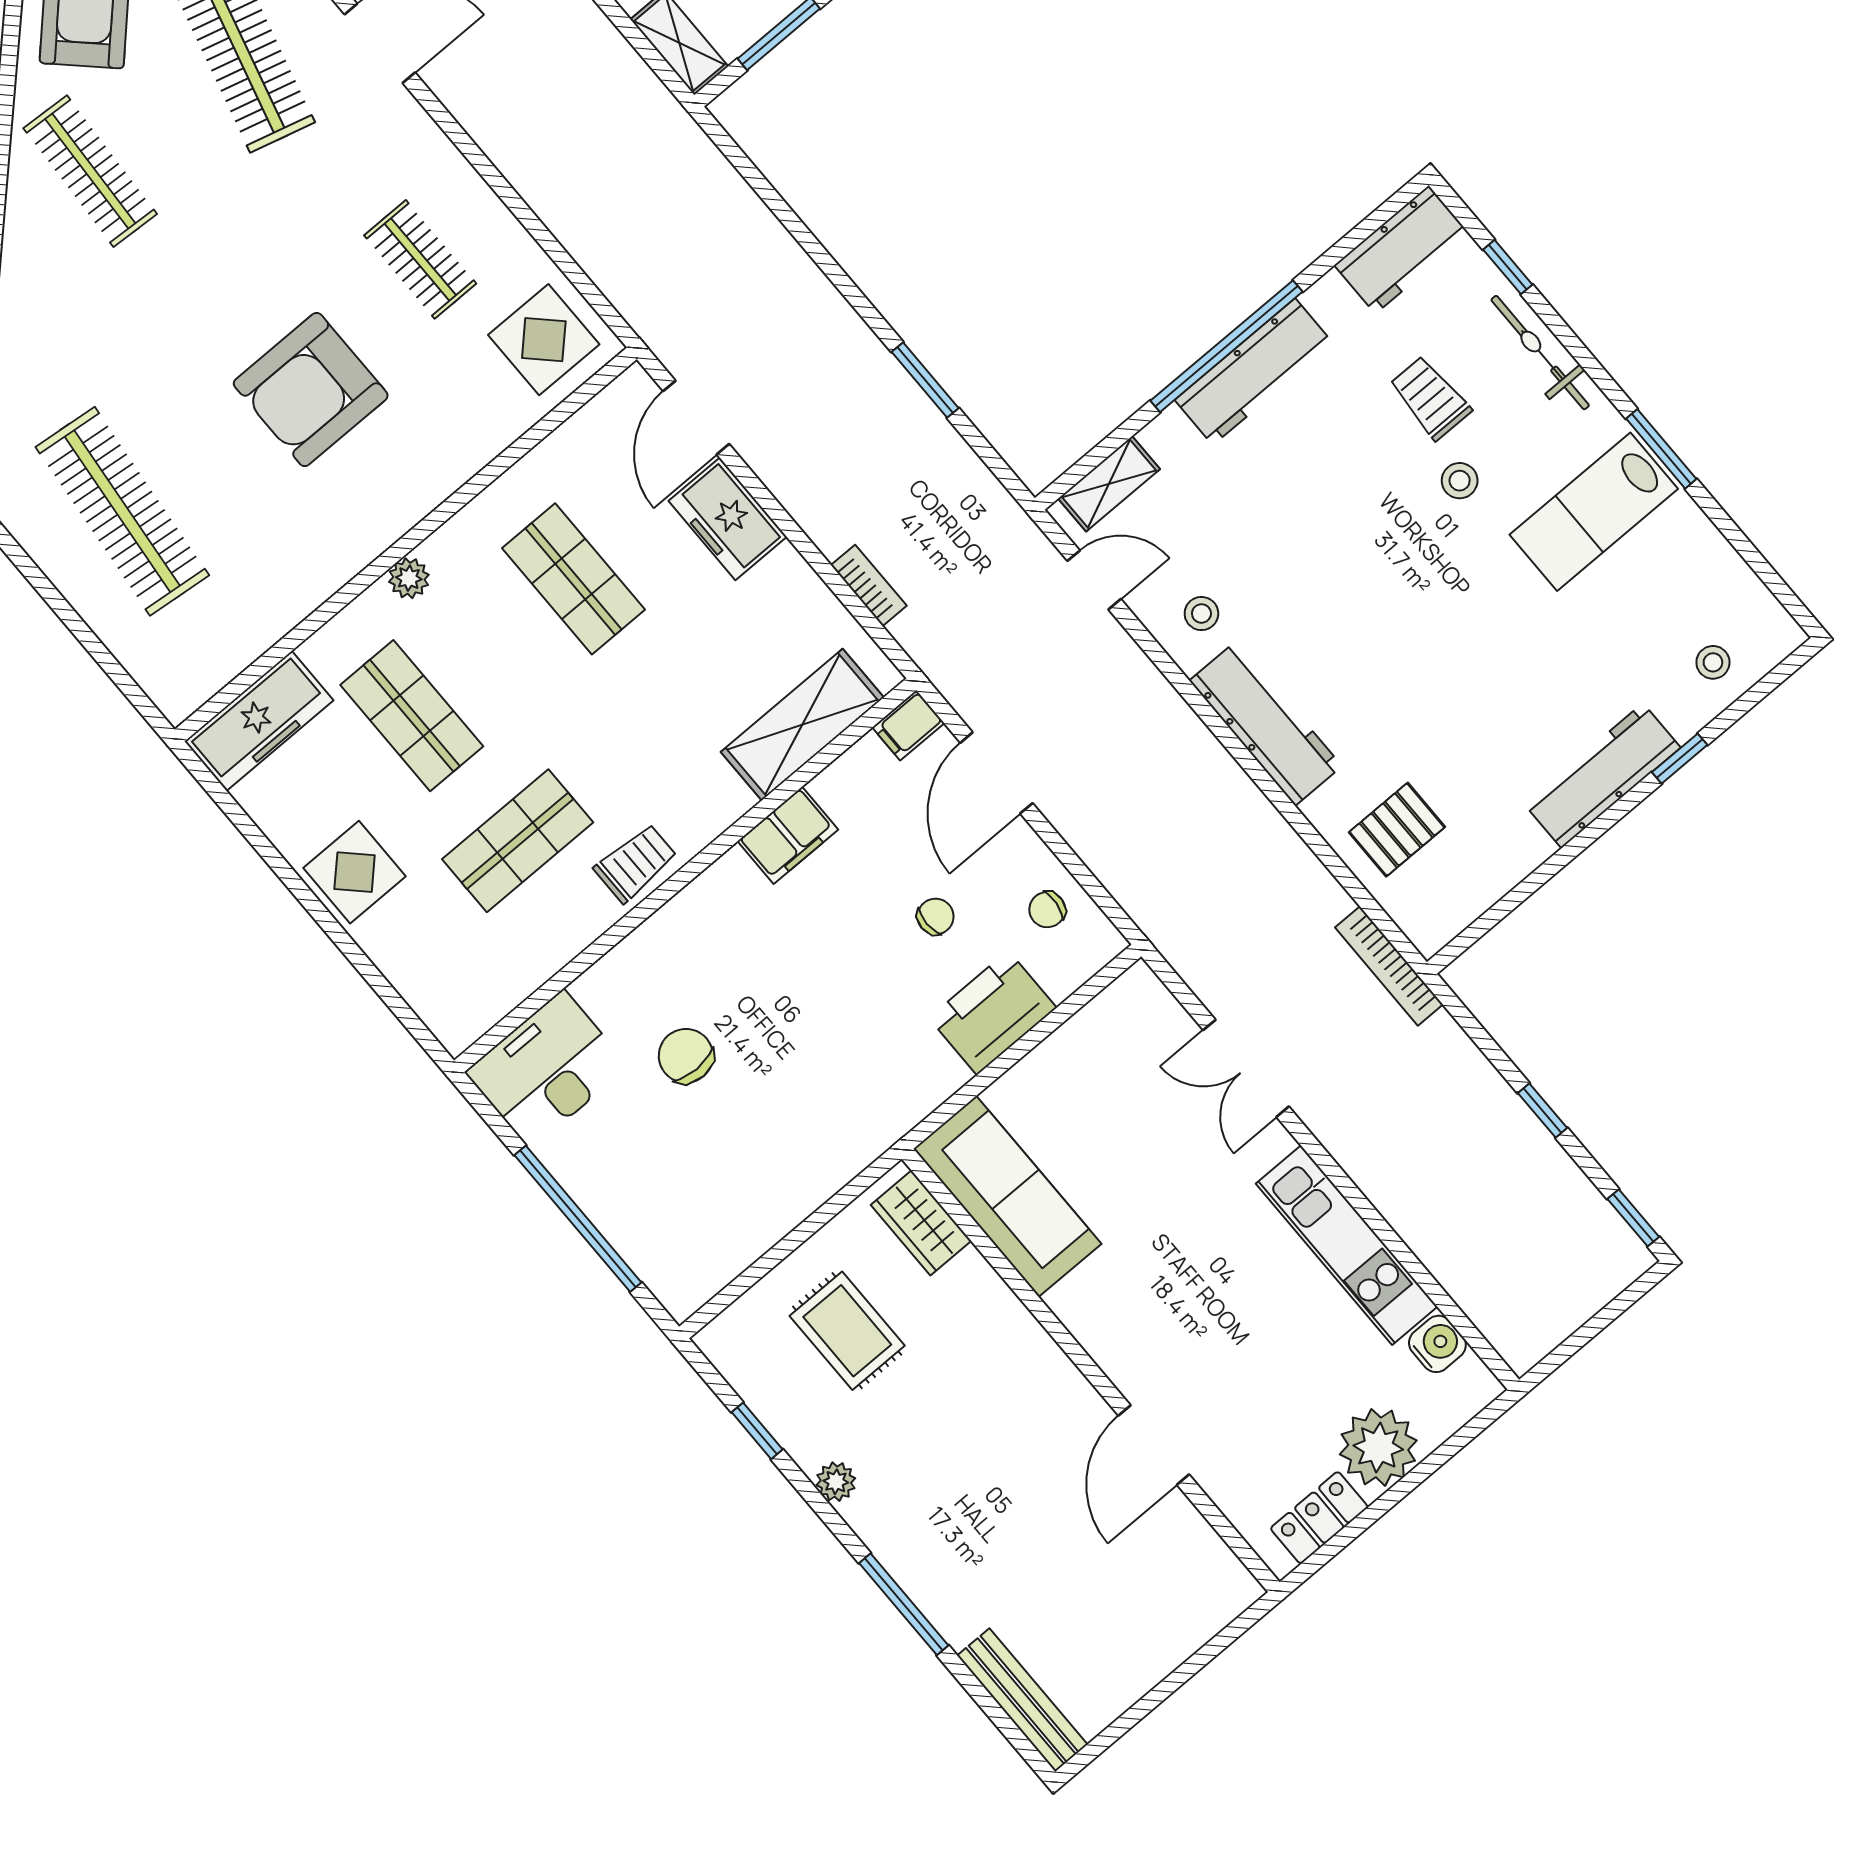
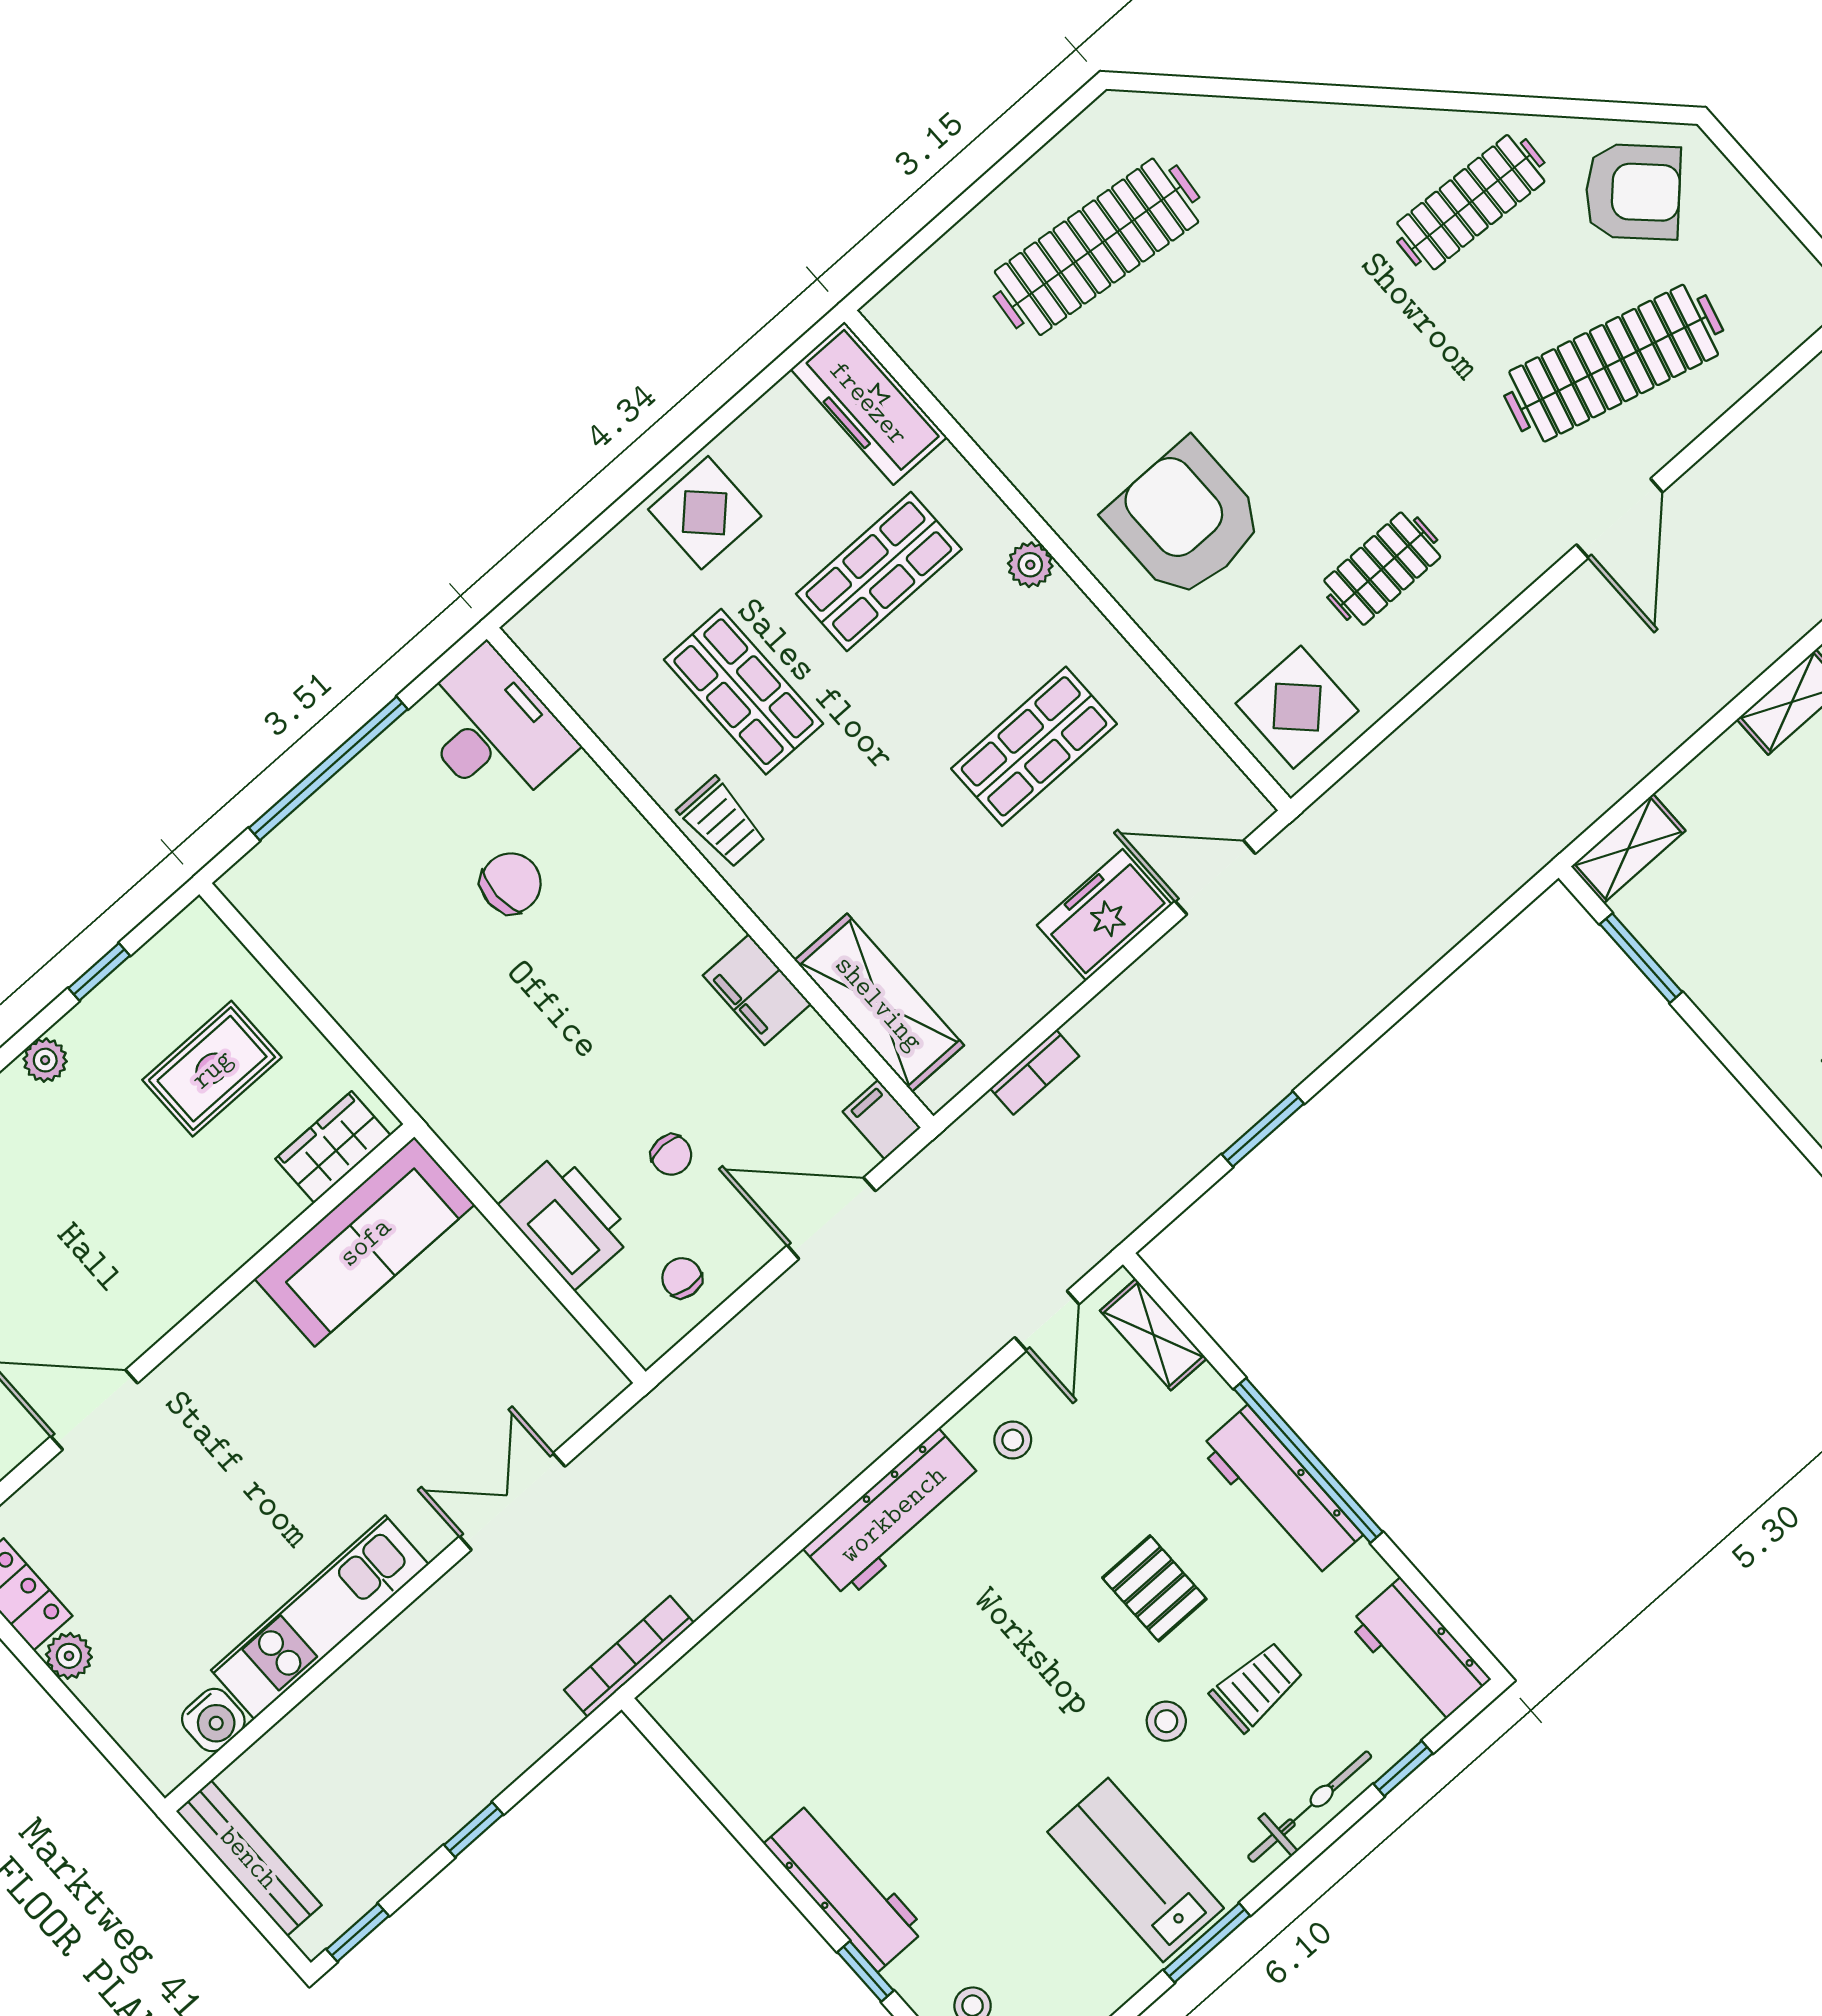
armchair: (311, 390) -> (1185, 520), moved
pallet: (1397, 830) -> (1154, 1588), moved
bench: (1563, 1315) -> (249, 1858), added
plant: (1378, 1447) -> (69, 1656), width x0.53, depth x0.53

